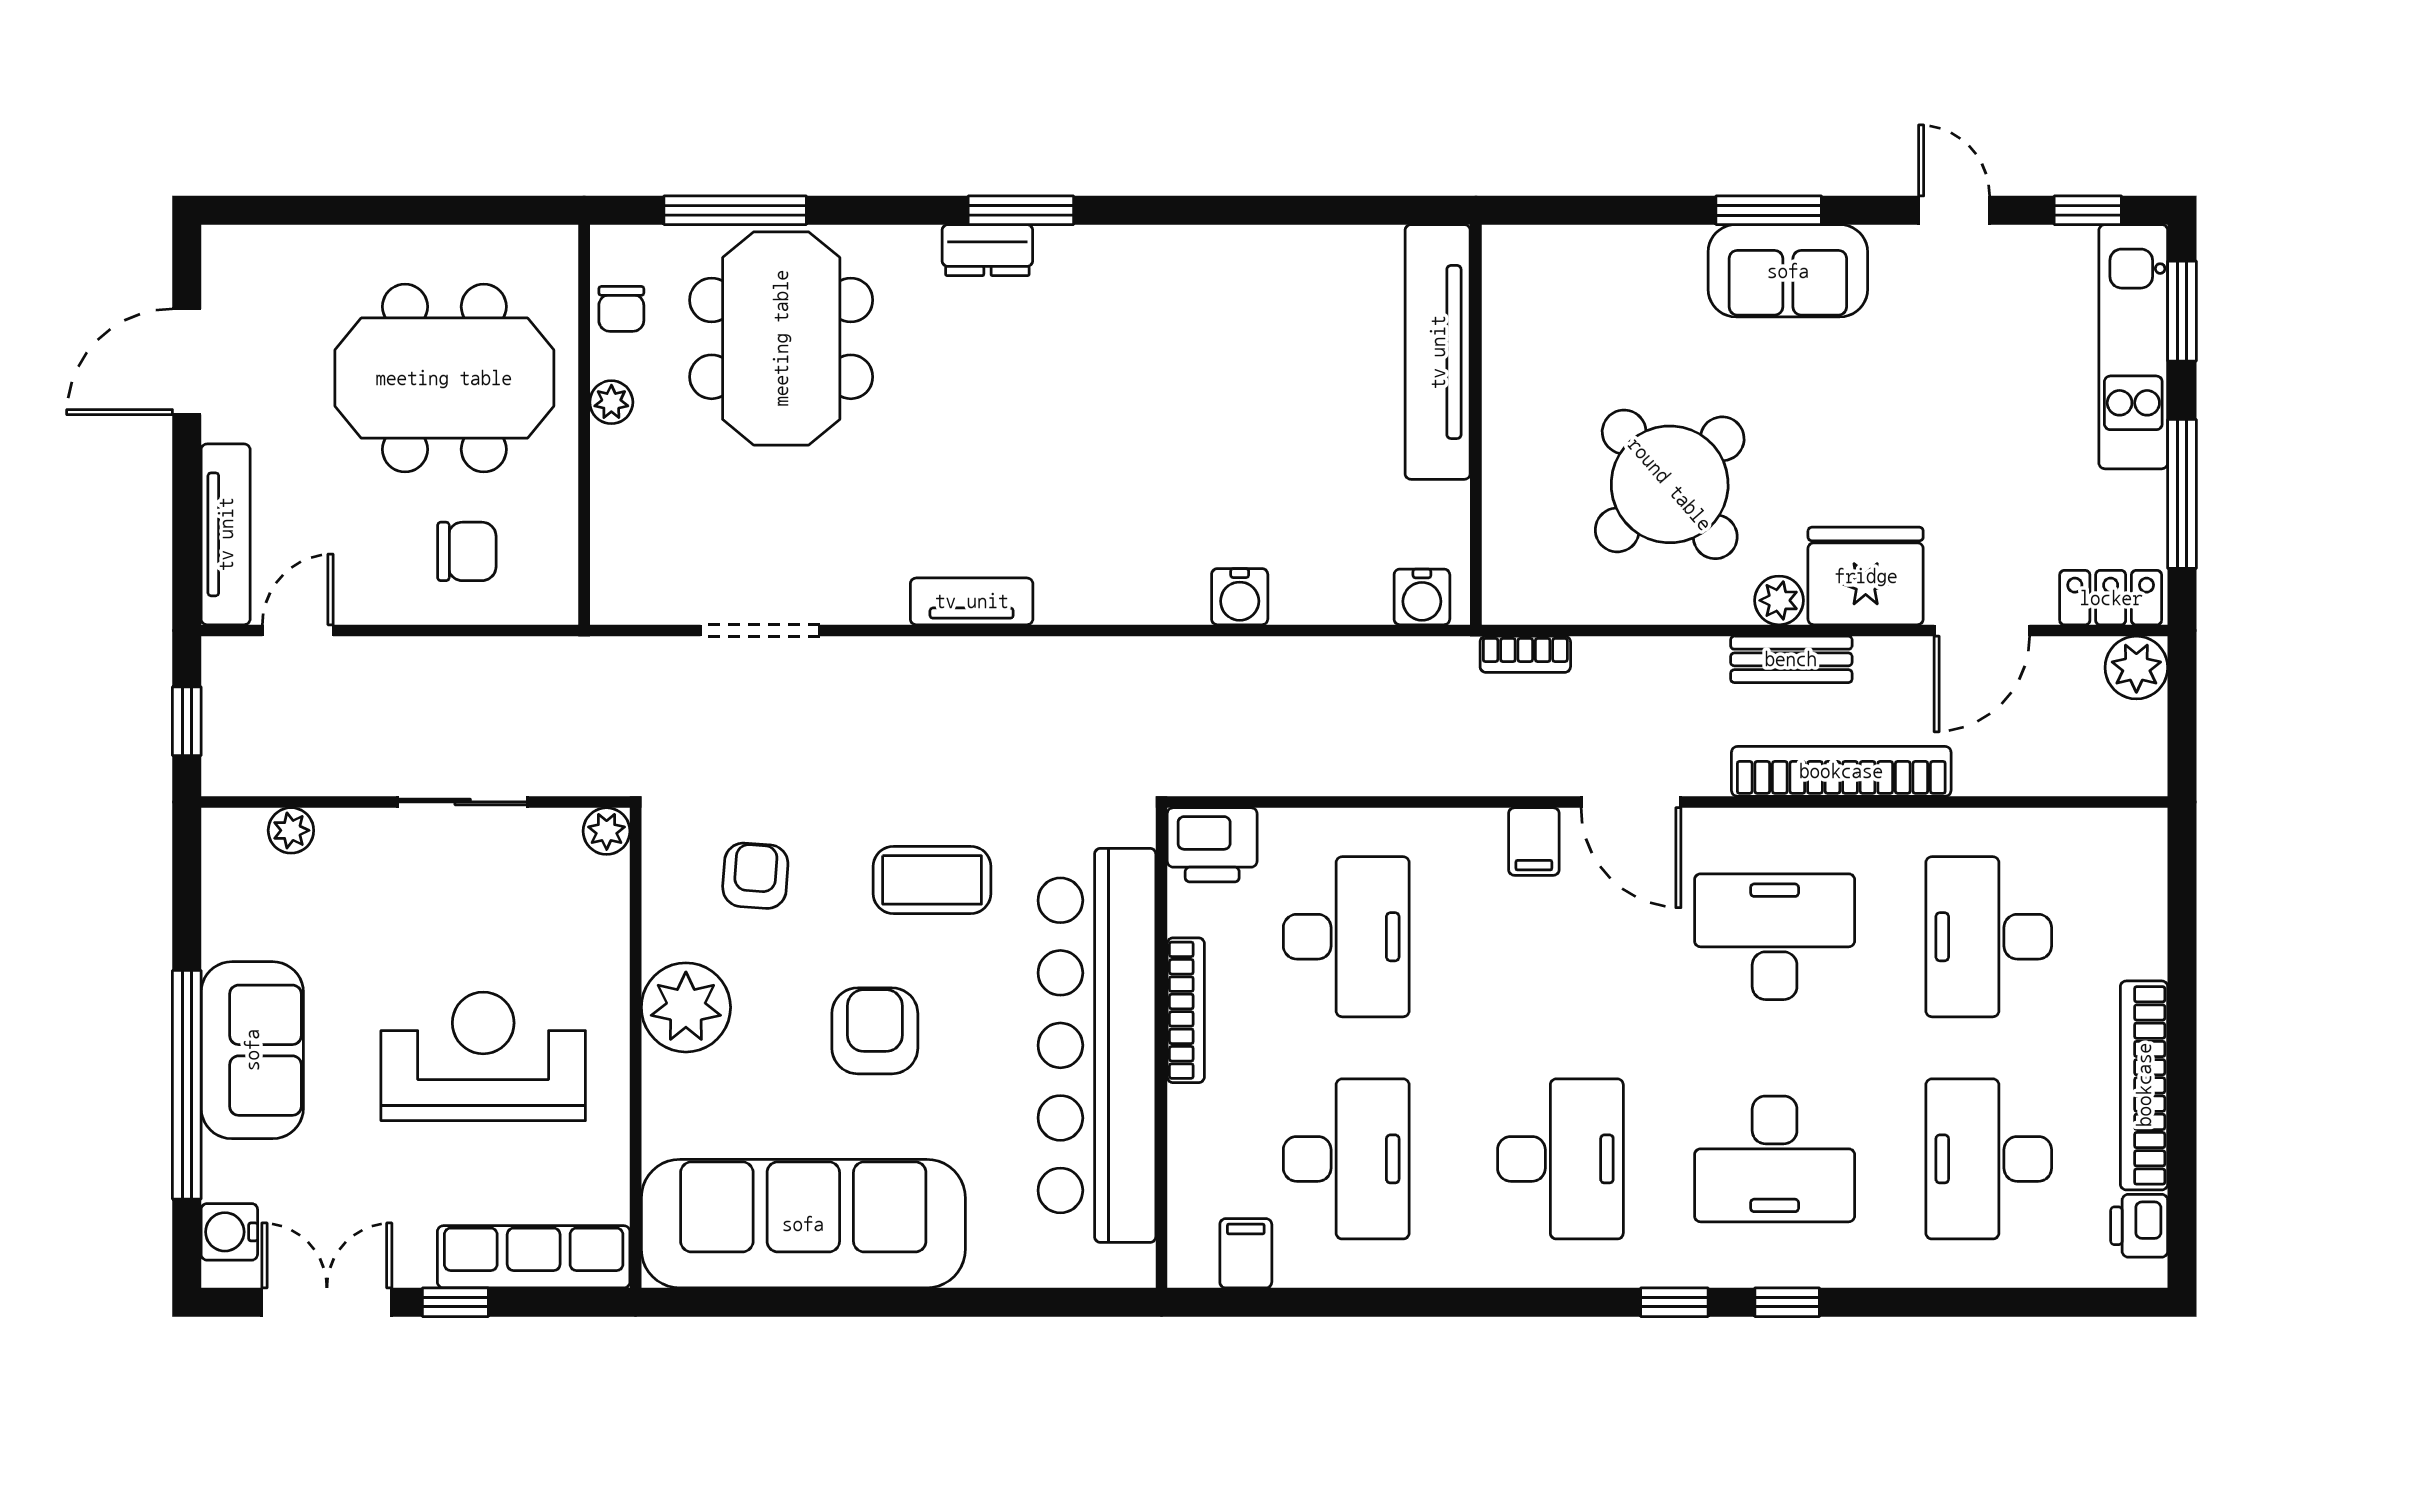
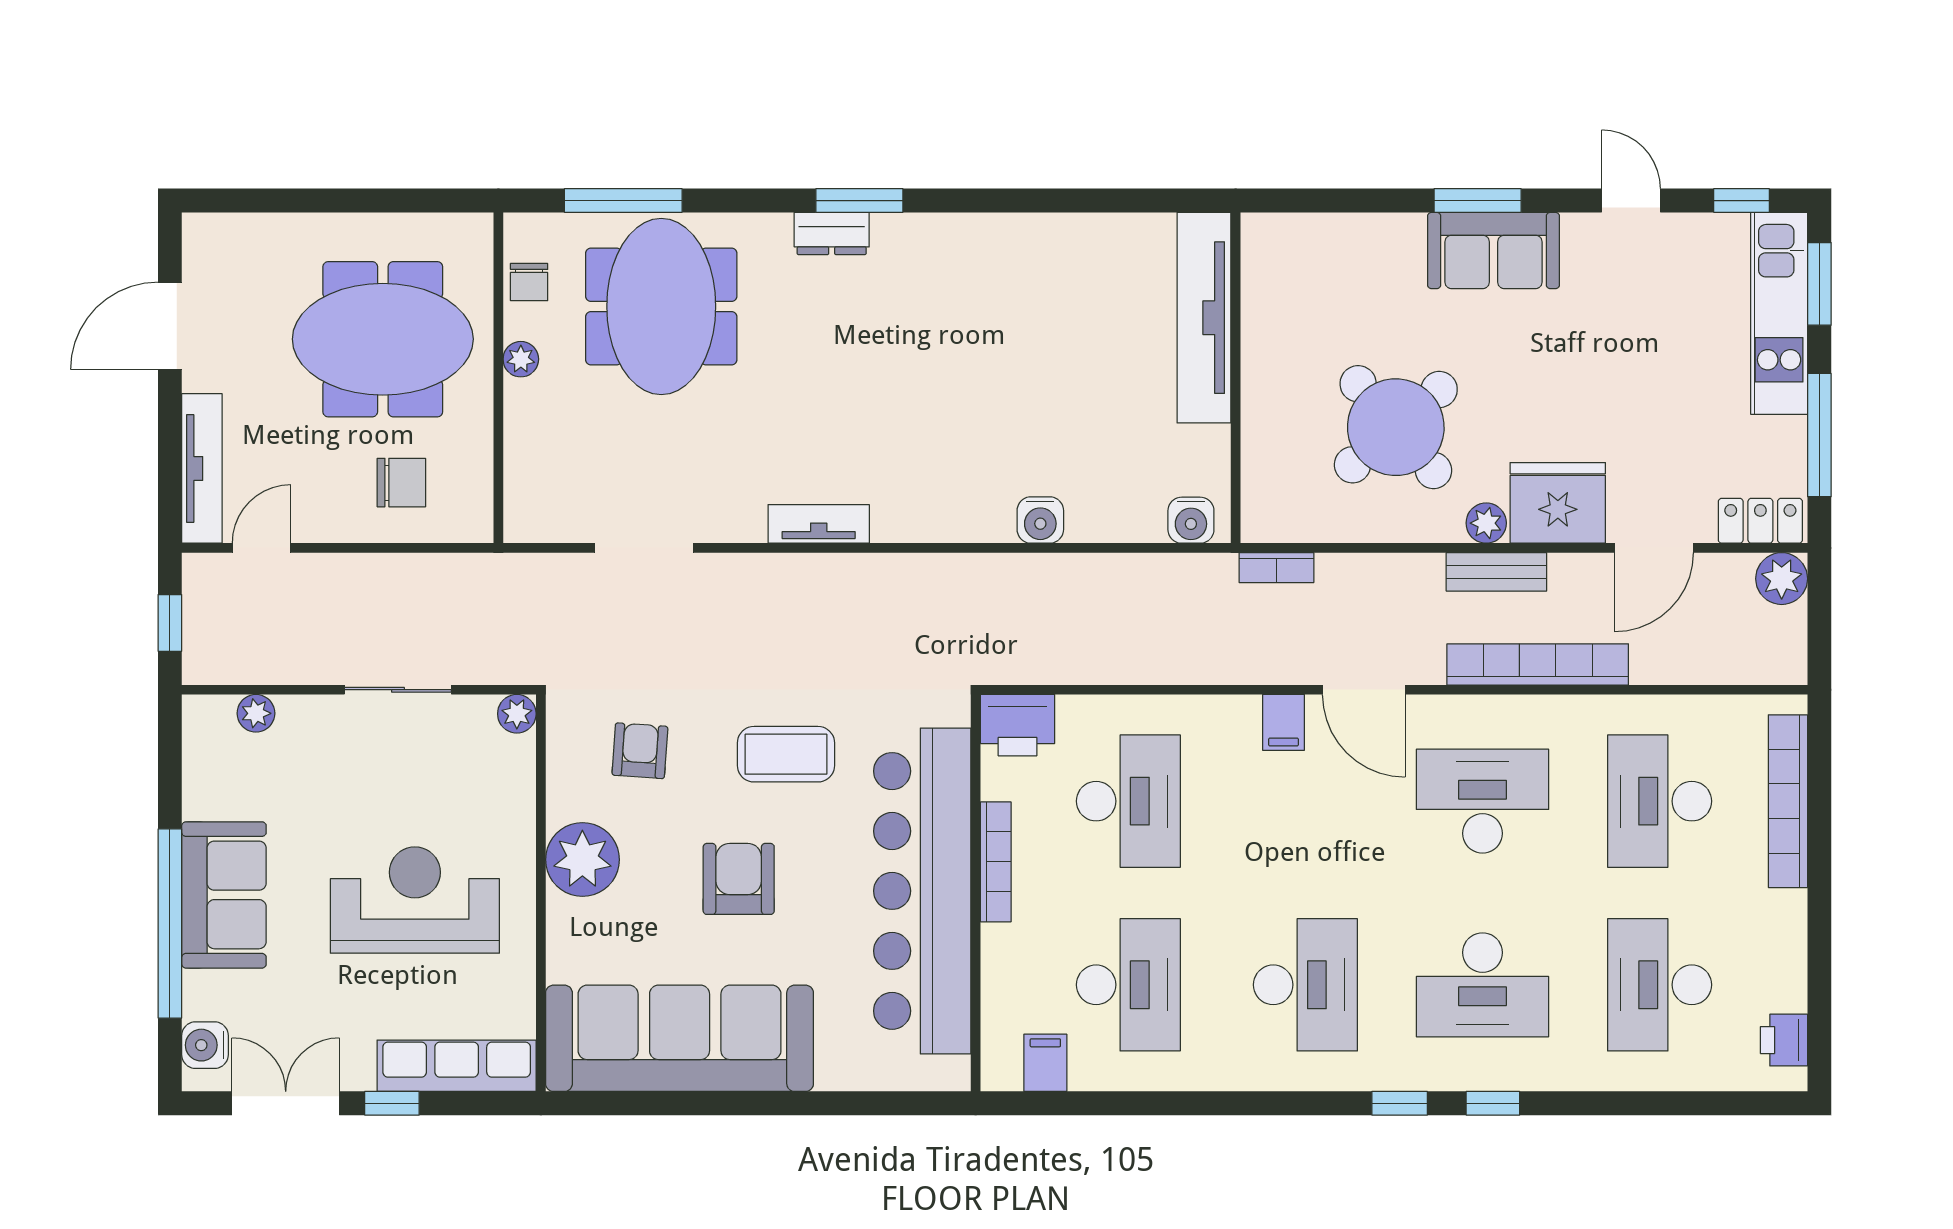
bookcase: (2144, 1085) -> (1788, 801), moved

